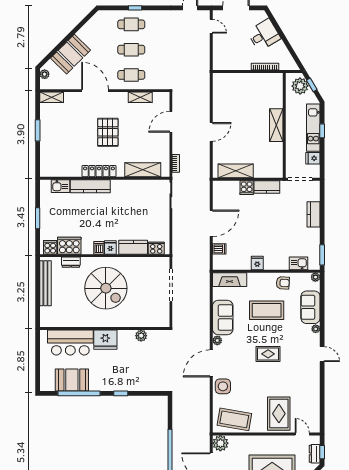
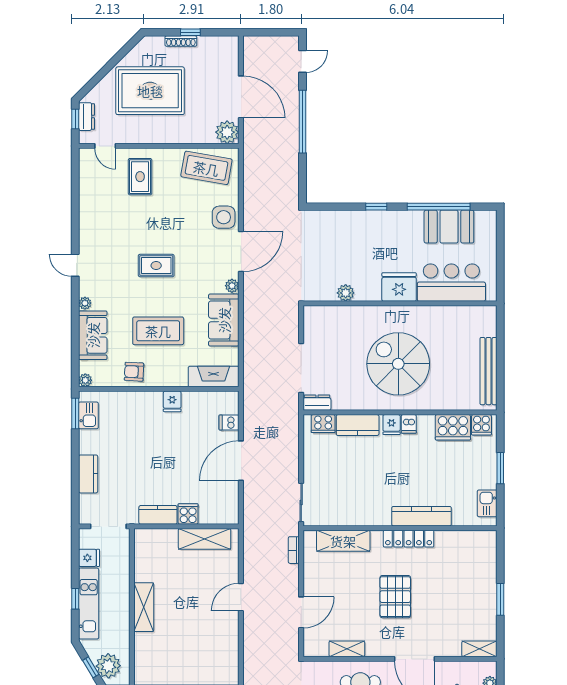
kitchen sink: (60, 186) -> (487, 503), moved, turned -90
dresser: (71, 262) -> (317, 403), moved
kitchen sink: (299, 263) -> (88, 415), moved, turned -90
rug: (279, 414) -> (140, 177), width x0.73, depth x0.70

